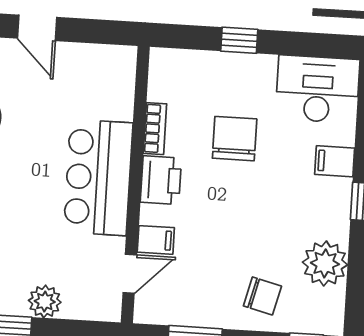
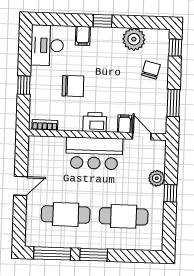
bookcase: (155, 129) -> (45, 125), moved
chair: (235, 139) -> (73, 86), turned 180

